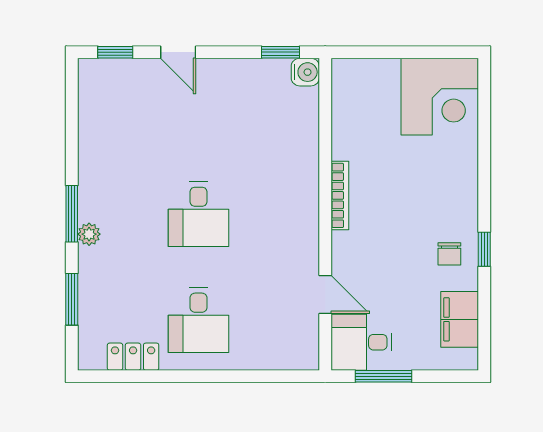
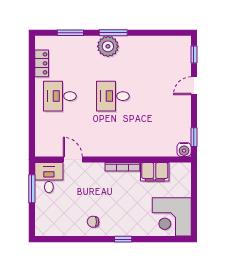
plant: (89, 234) -> (108, 46), width x1.88, depth x1.88
window: (484, 249) -> (123, 239), moved
door: (325, 294) -> (73, 159), swing flipped
filing cabinet: (460, 319) -> (155, 172), moved, turned 180

